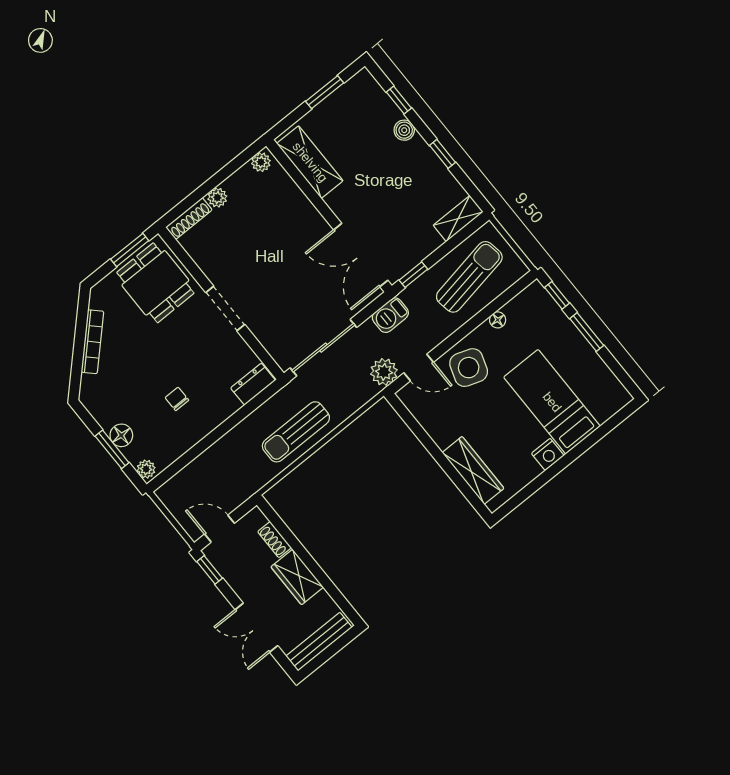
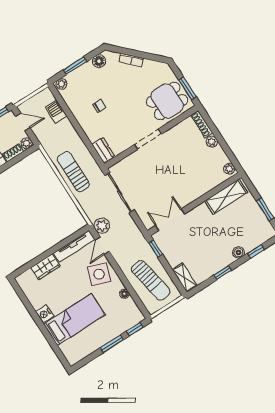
double door: (361, 255) -> (170, 220), width x0.73
barbecue: (390, 315) -> (56, 112), moved
bookcase: (92, 342) -> (131, 60), width x0.64
tv unit: (425, 416) -> (74, 246), added
floor lamp: (121, 435) -> (99, 61), moved
wardrobe: (473, 470) -> (46, 267), width x0.67
plant: (256, 518) -> (26, 143), added
door: (220, 529) -> (23, 122), hinge flipped

